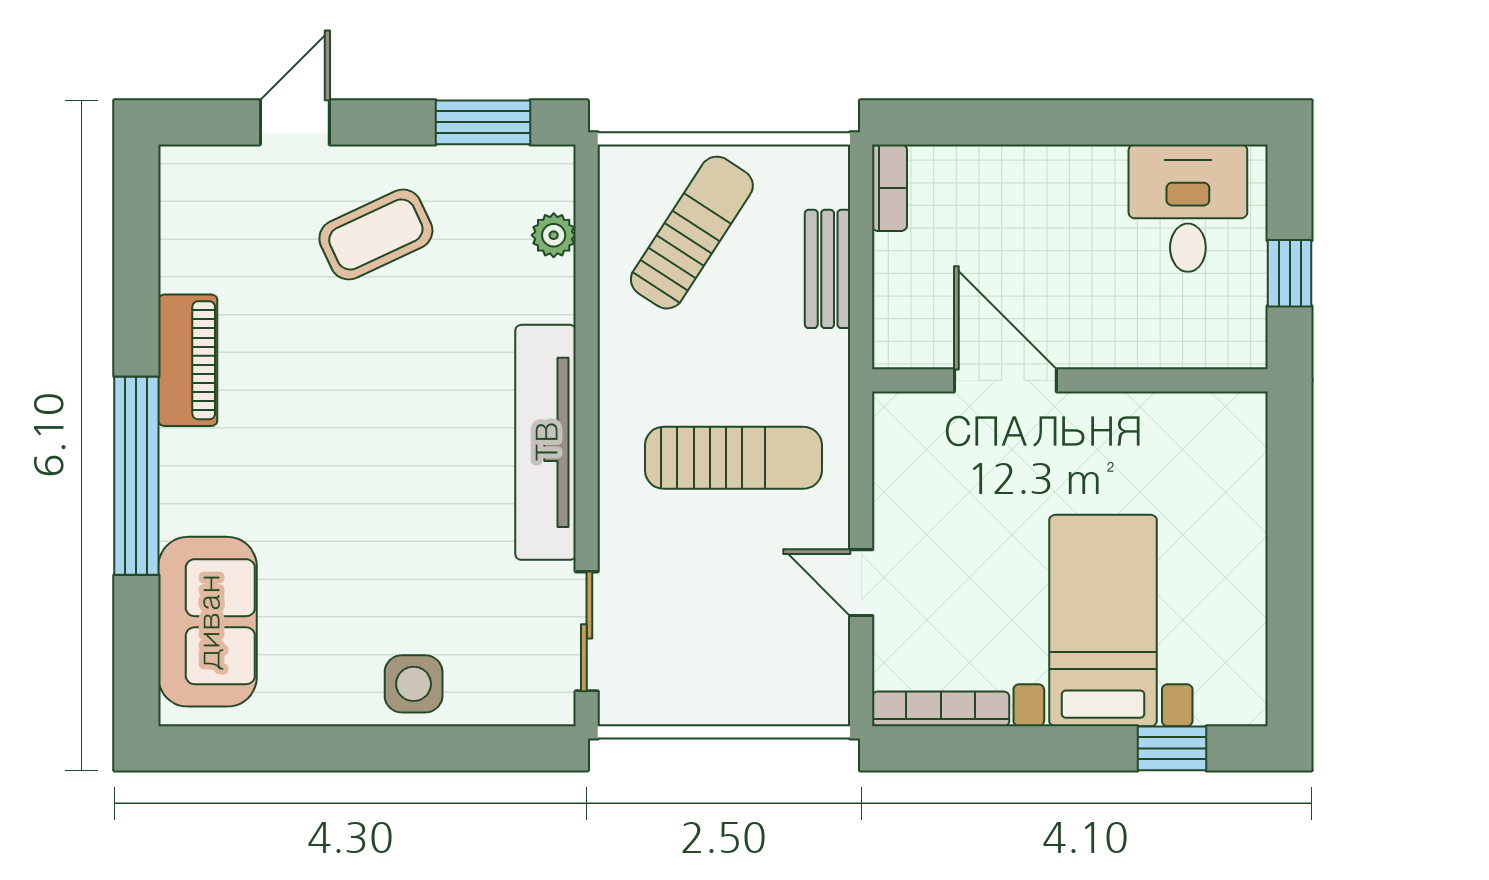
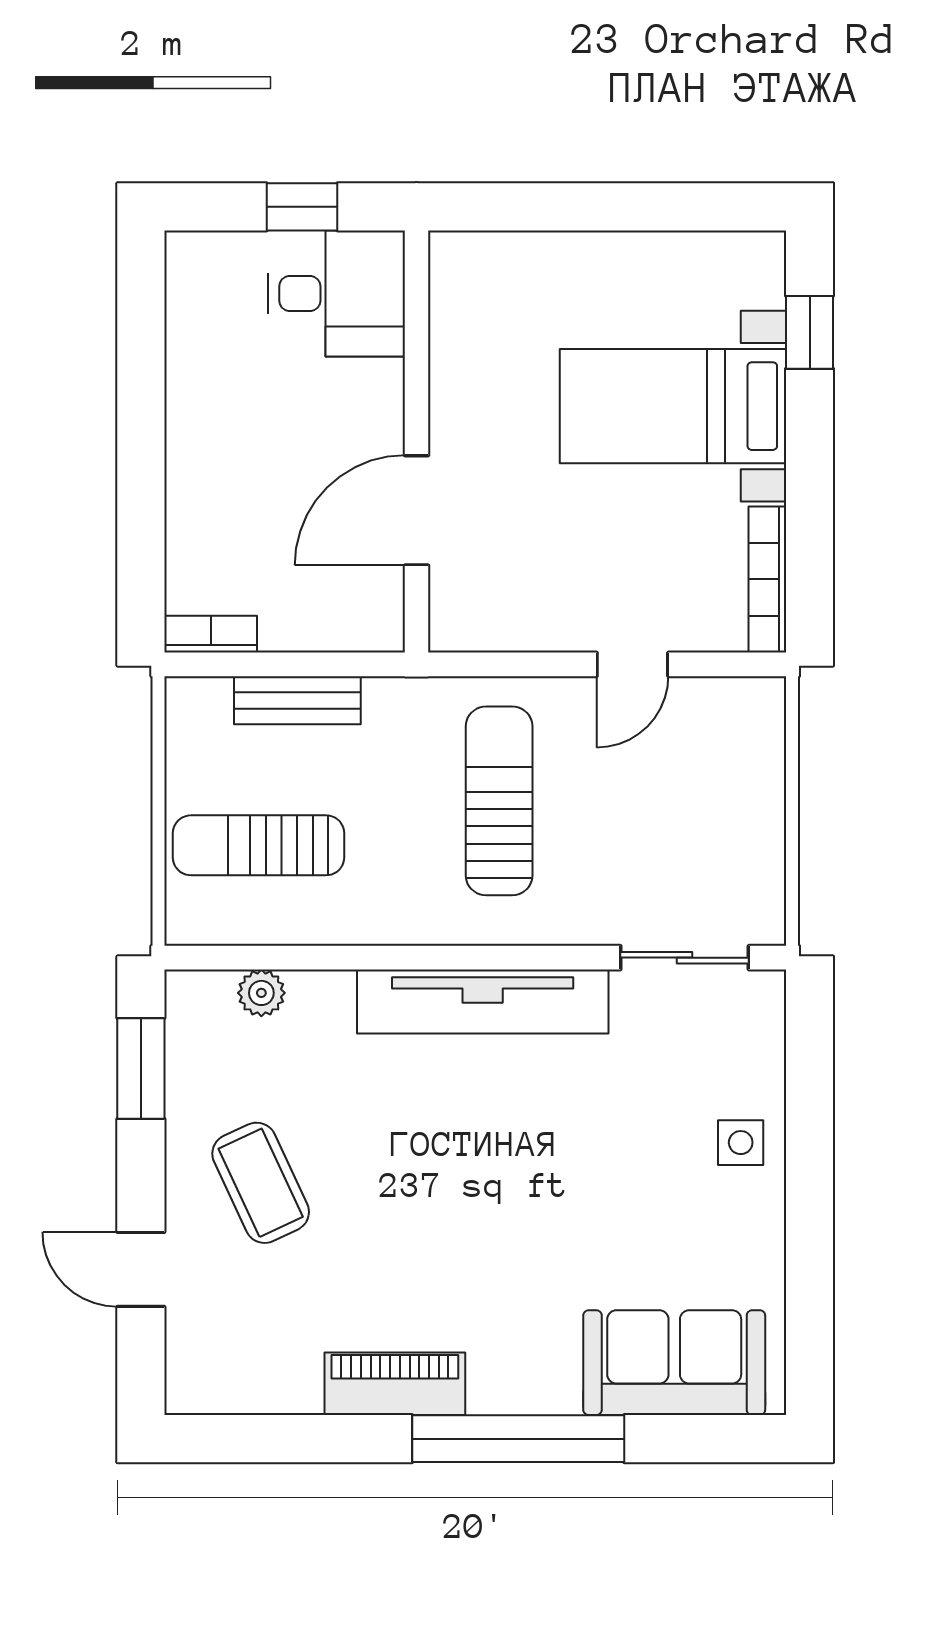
desk: (1188, 208) -> (337, 294), moved, turned 180
sun lounger: (692, 233) -> (259, 845), turned -33
side table: (414, 684) -> (741, 1143), width x0.73, depth x0.73

